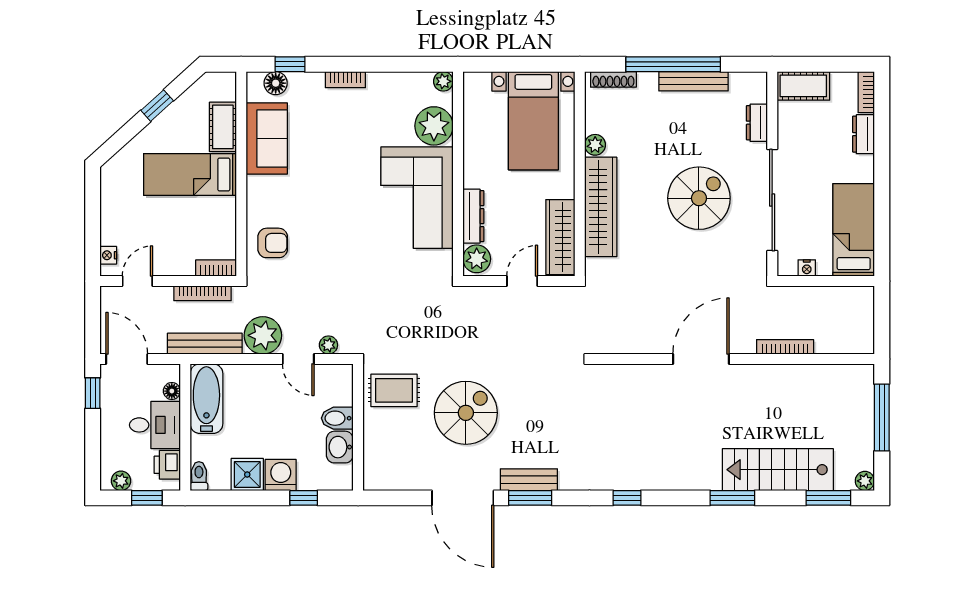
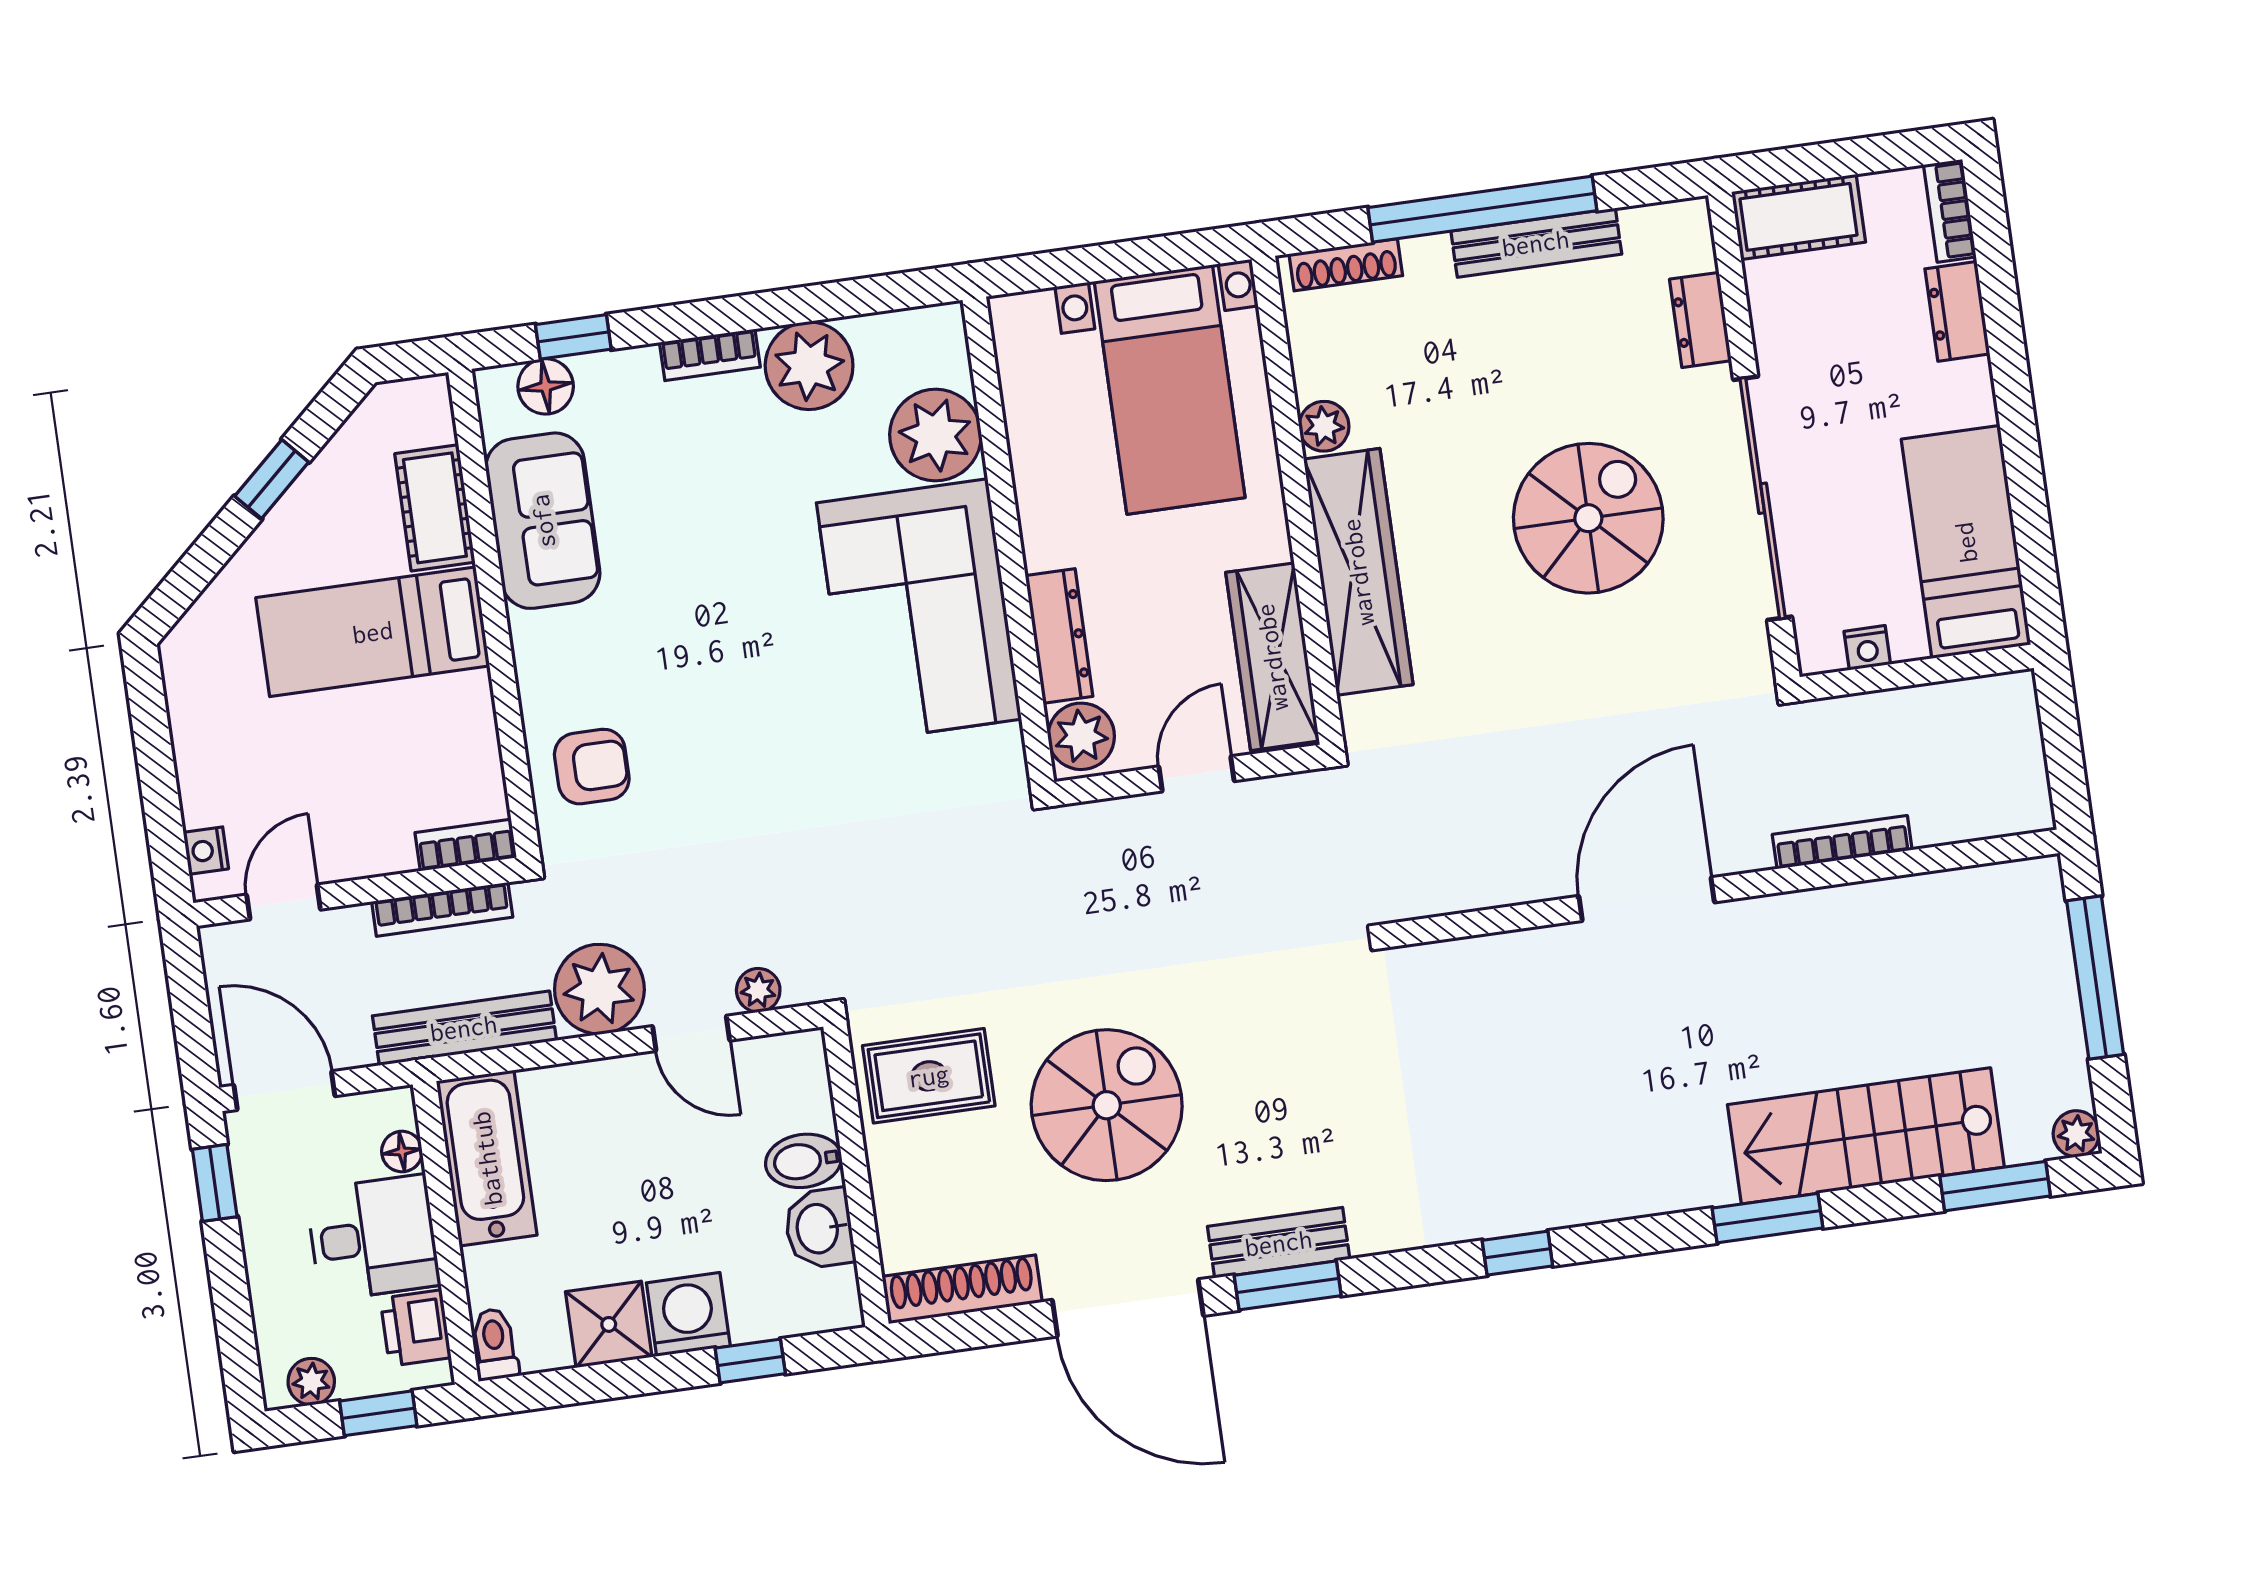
plant: (443, 81) -> (809, 366), moved, width x1.88, depth x1.88
shoe rack: (395, 481) -> (962, 1289), added

